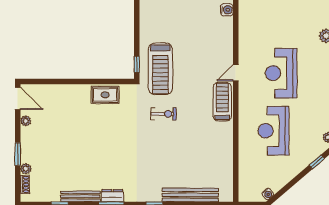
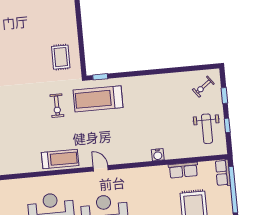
rug: (105, 95) -> (61, 57), moved
treadmill: (222, 102) -> (60, 159), moved

